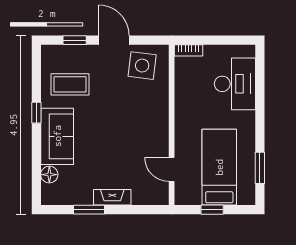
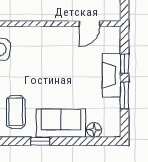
fireplace: (112, 197) -> (112, 75), width x1.37, depth x1.32
window: (126, 210) -> (124, 64), added

